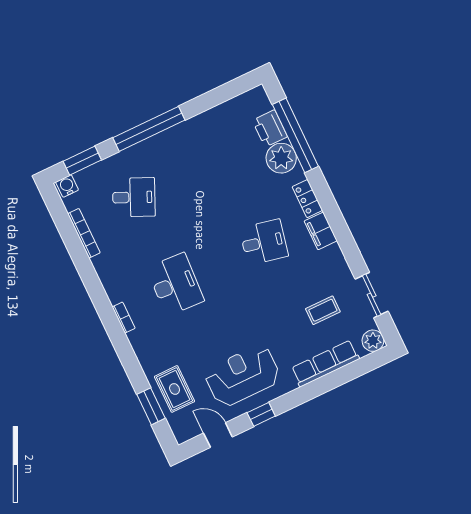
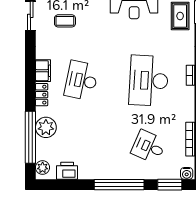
plant: (260, 103) -> (43, 168), added
printer: (270, 128) -> (67, 171), moved, turned -90
desk: (264, 242) -> (81, 81), width x1.37
desk: (175, 284) -> (149, 81), width x1.36, depth x1.30

